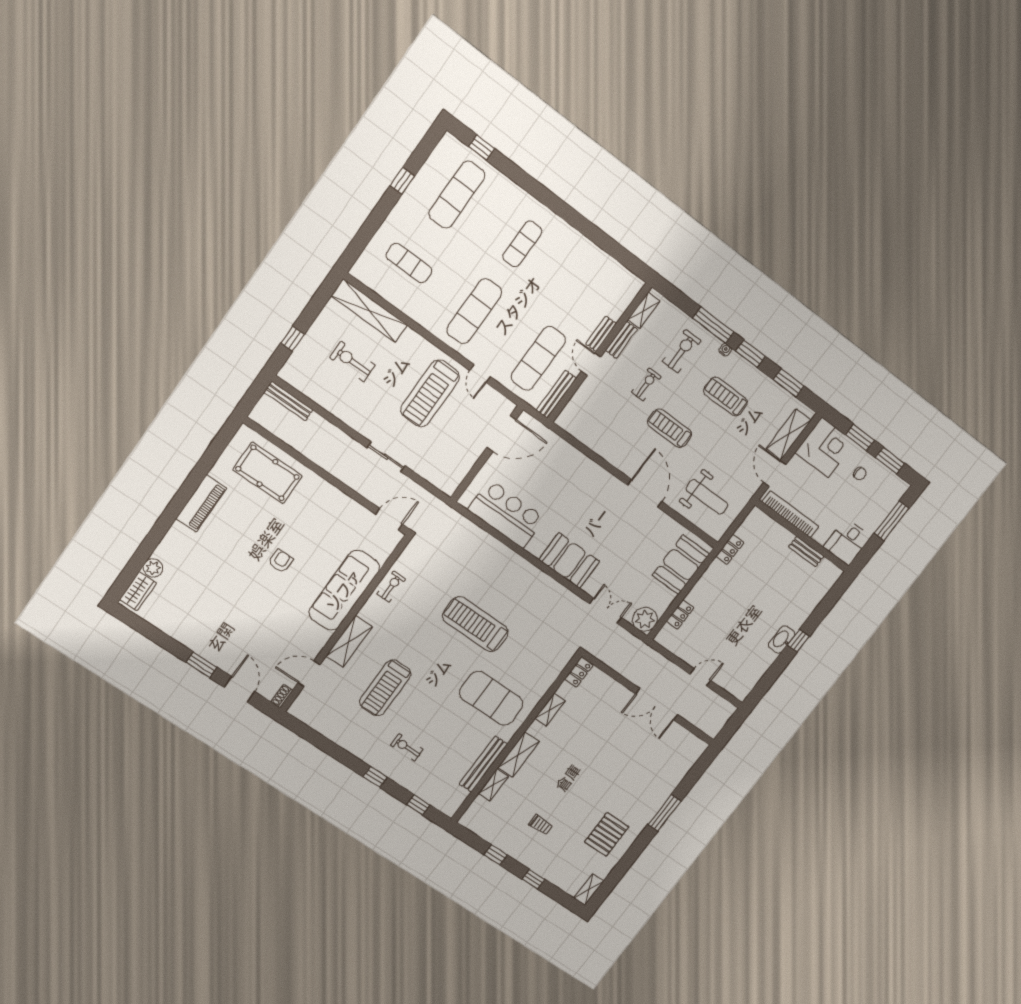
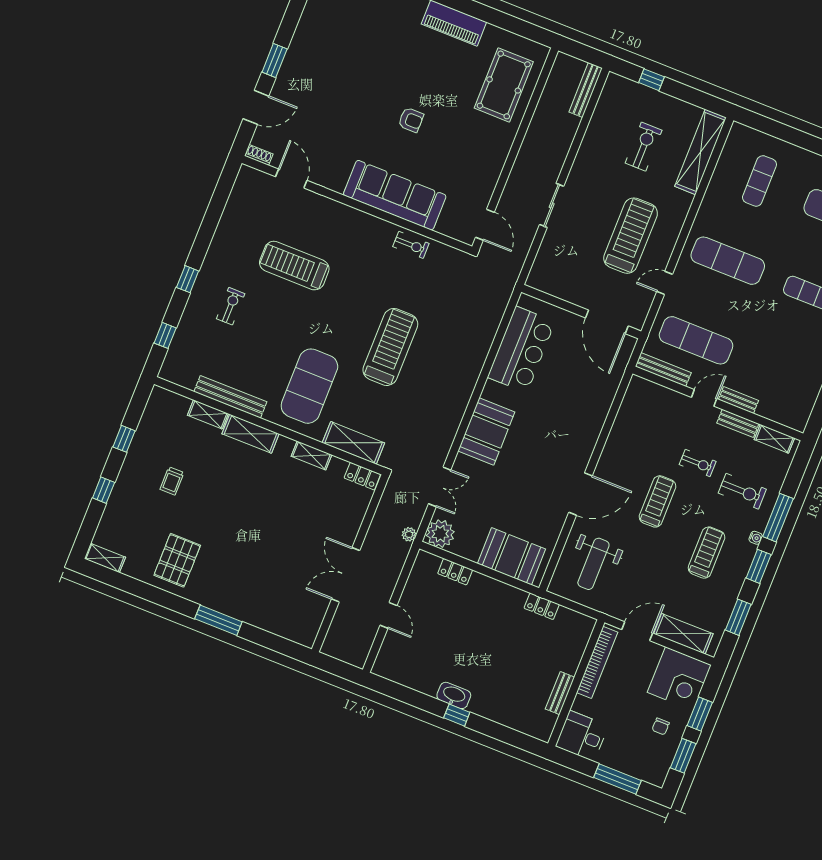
treadmill: (430, 393) -> (631, 236), turned 90
shelving: (349, 641) -> (353, 443), moved
plant: (638, 645) -> (409, 534), added
pallet: (607, 834) -> (177, 560), turned 90

